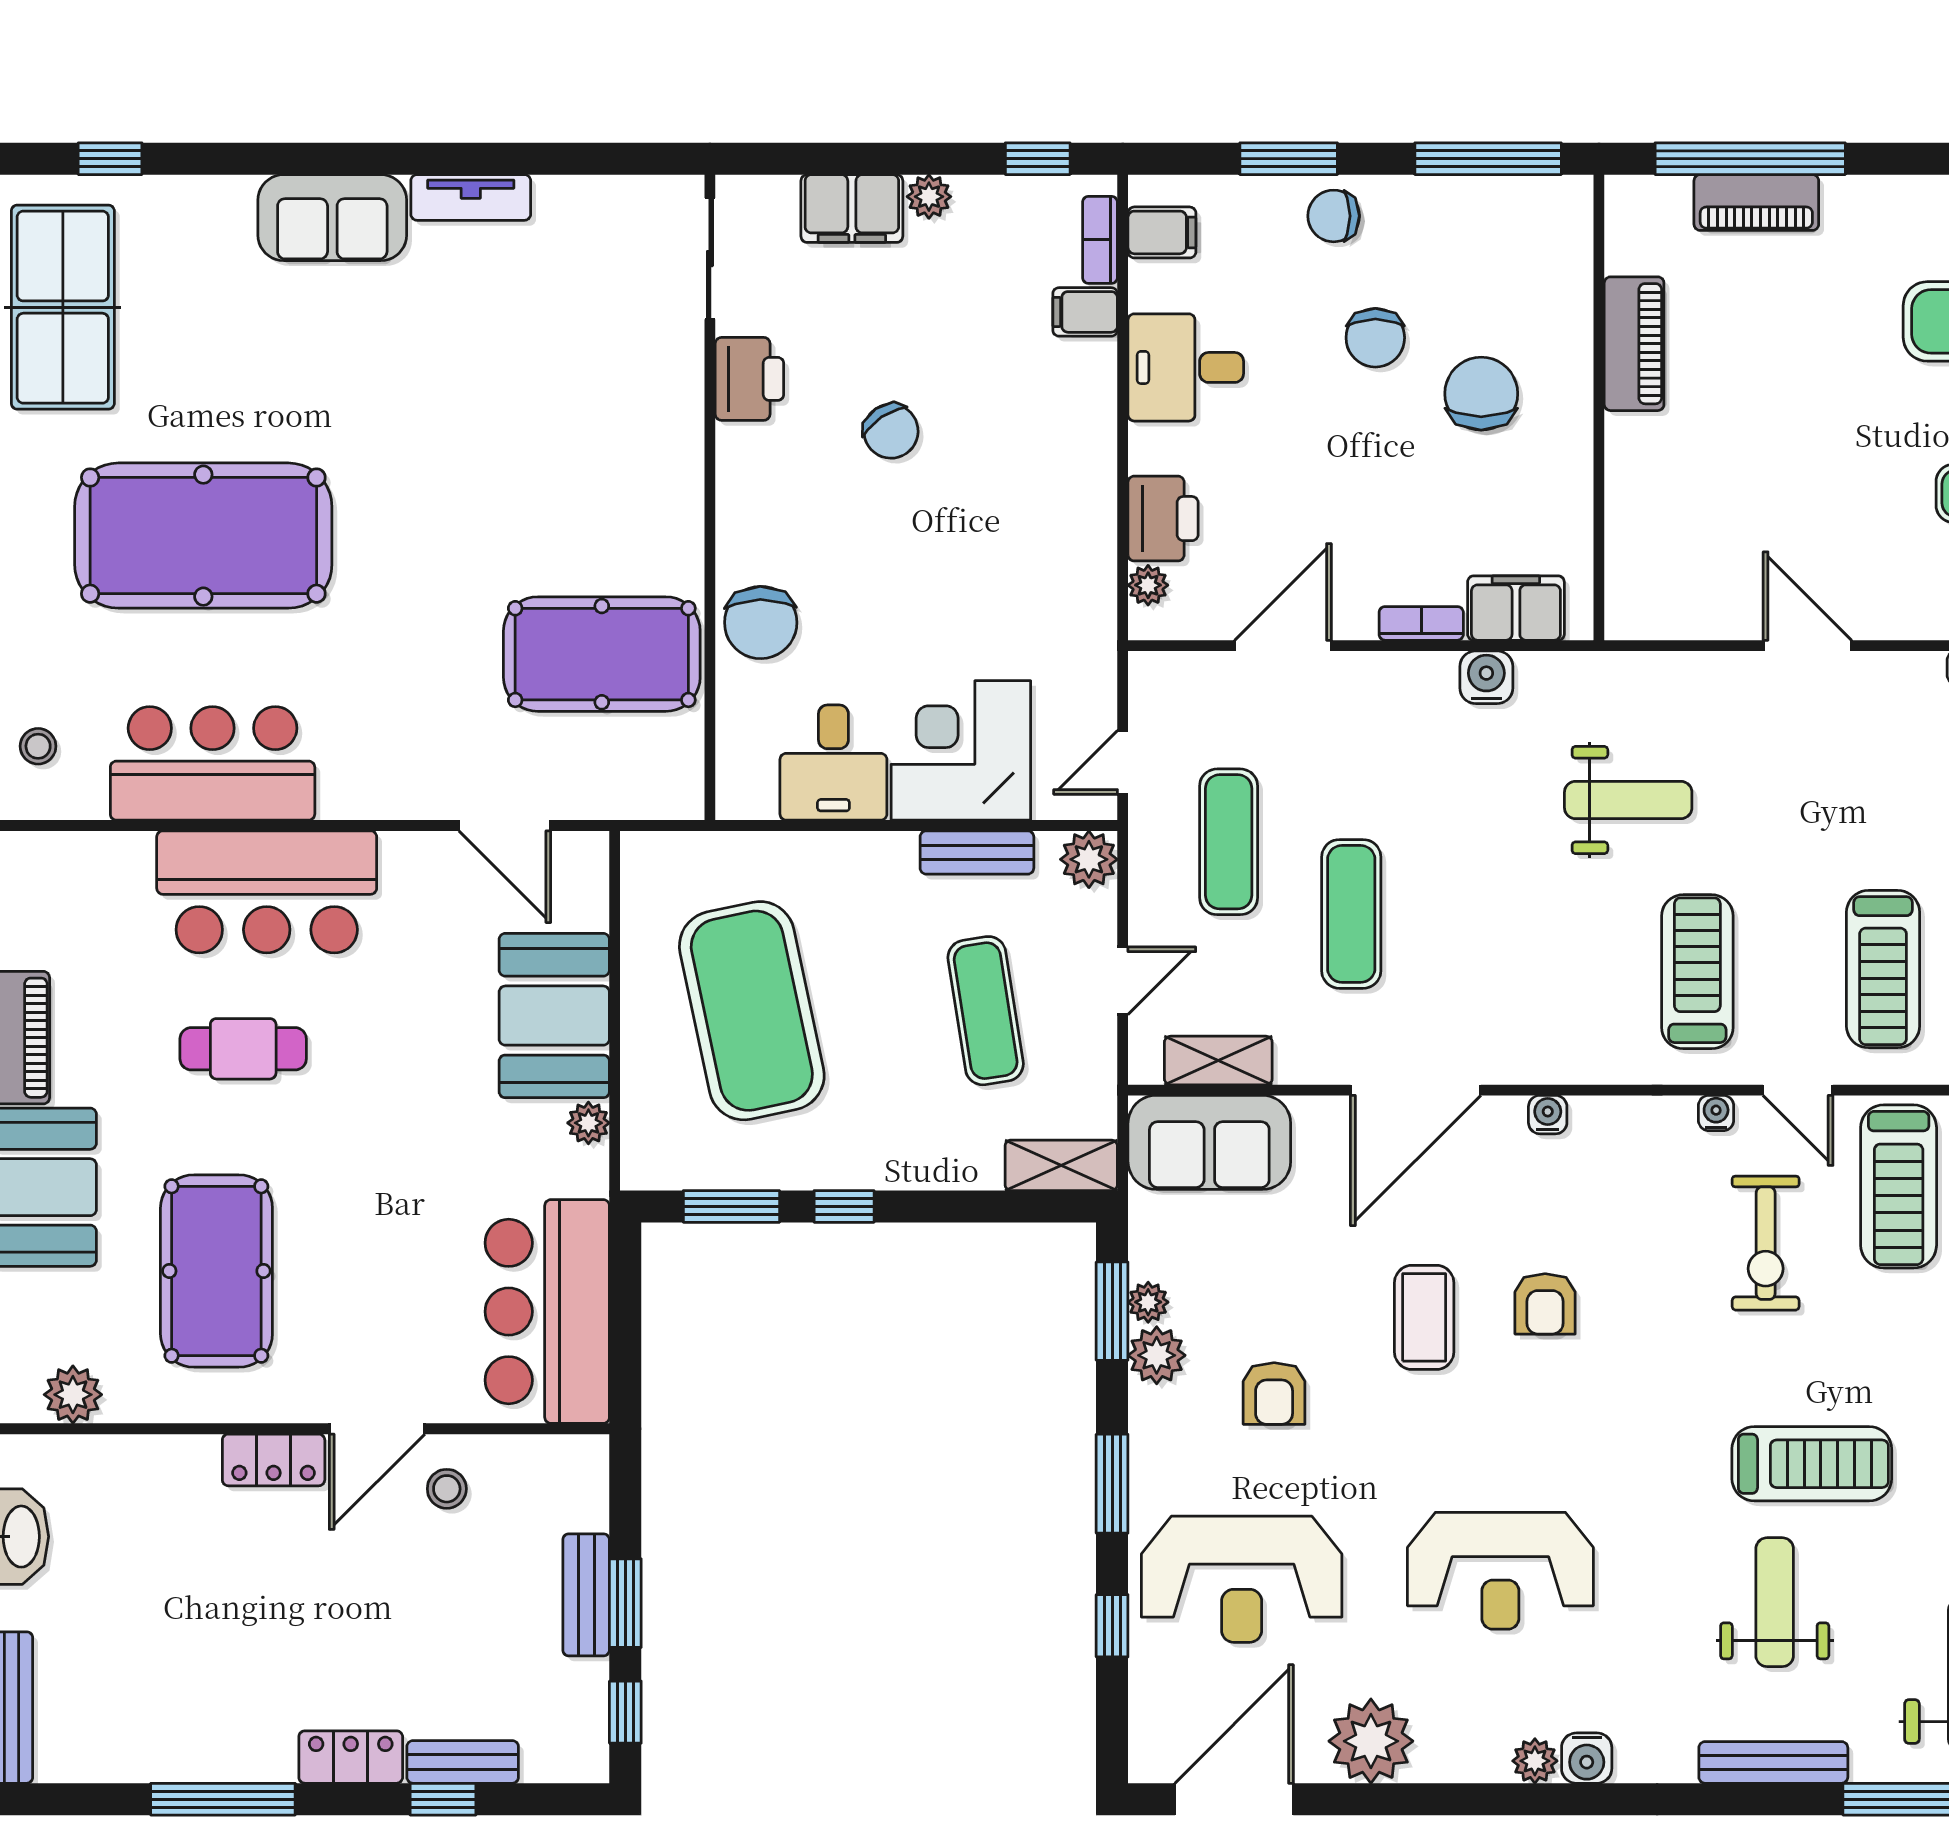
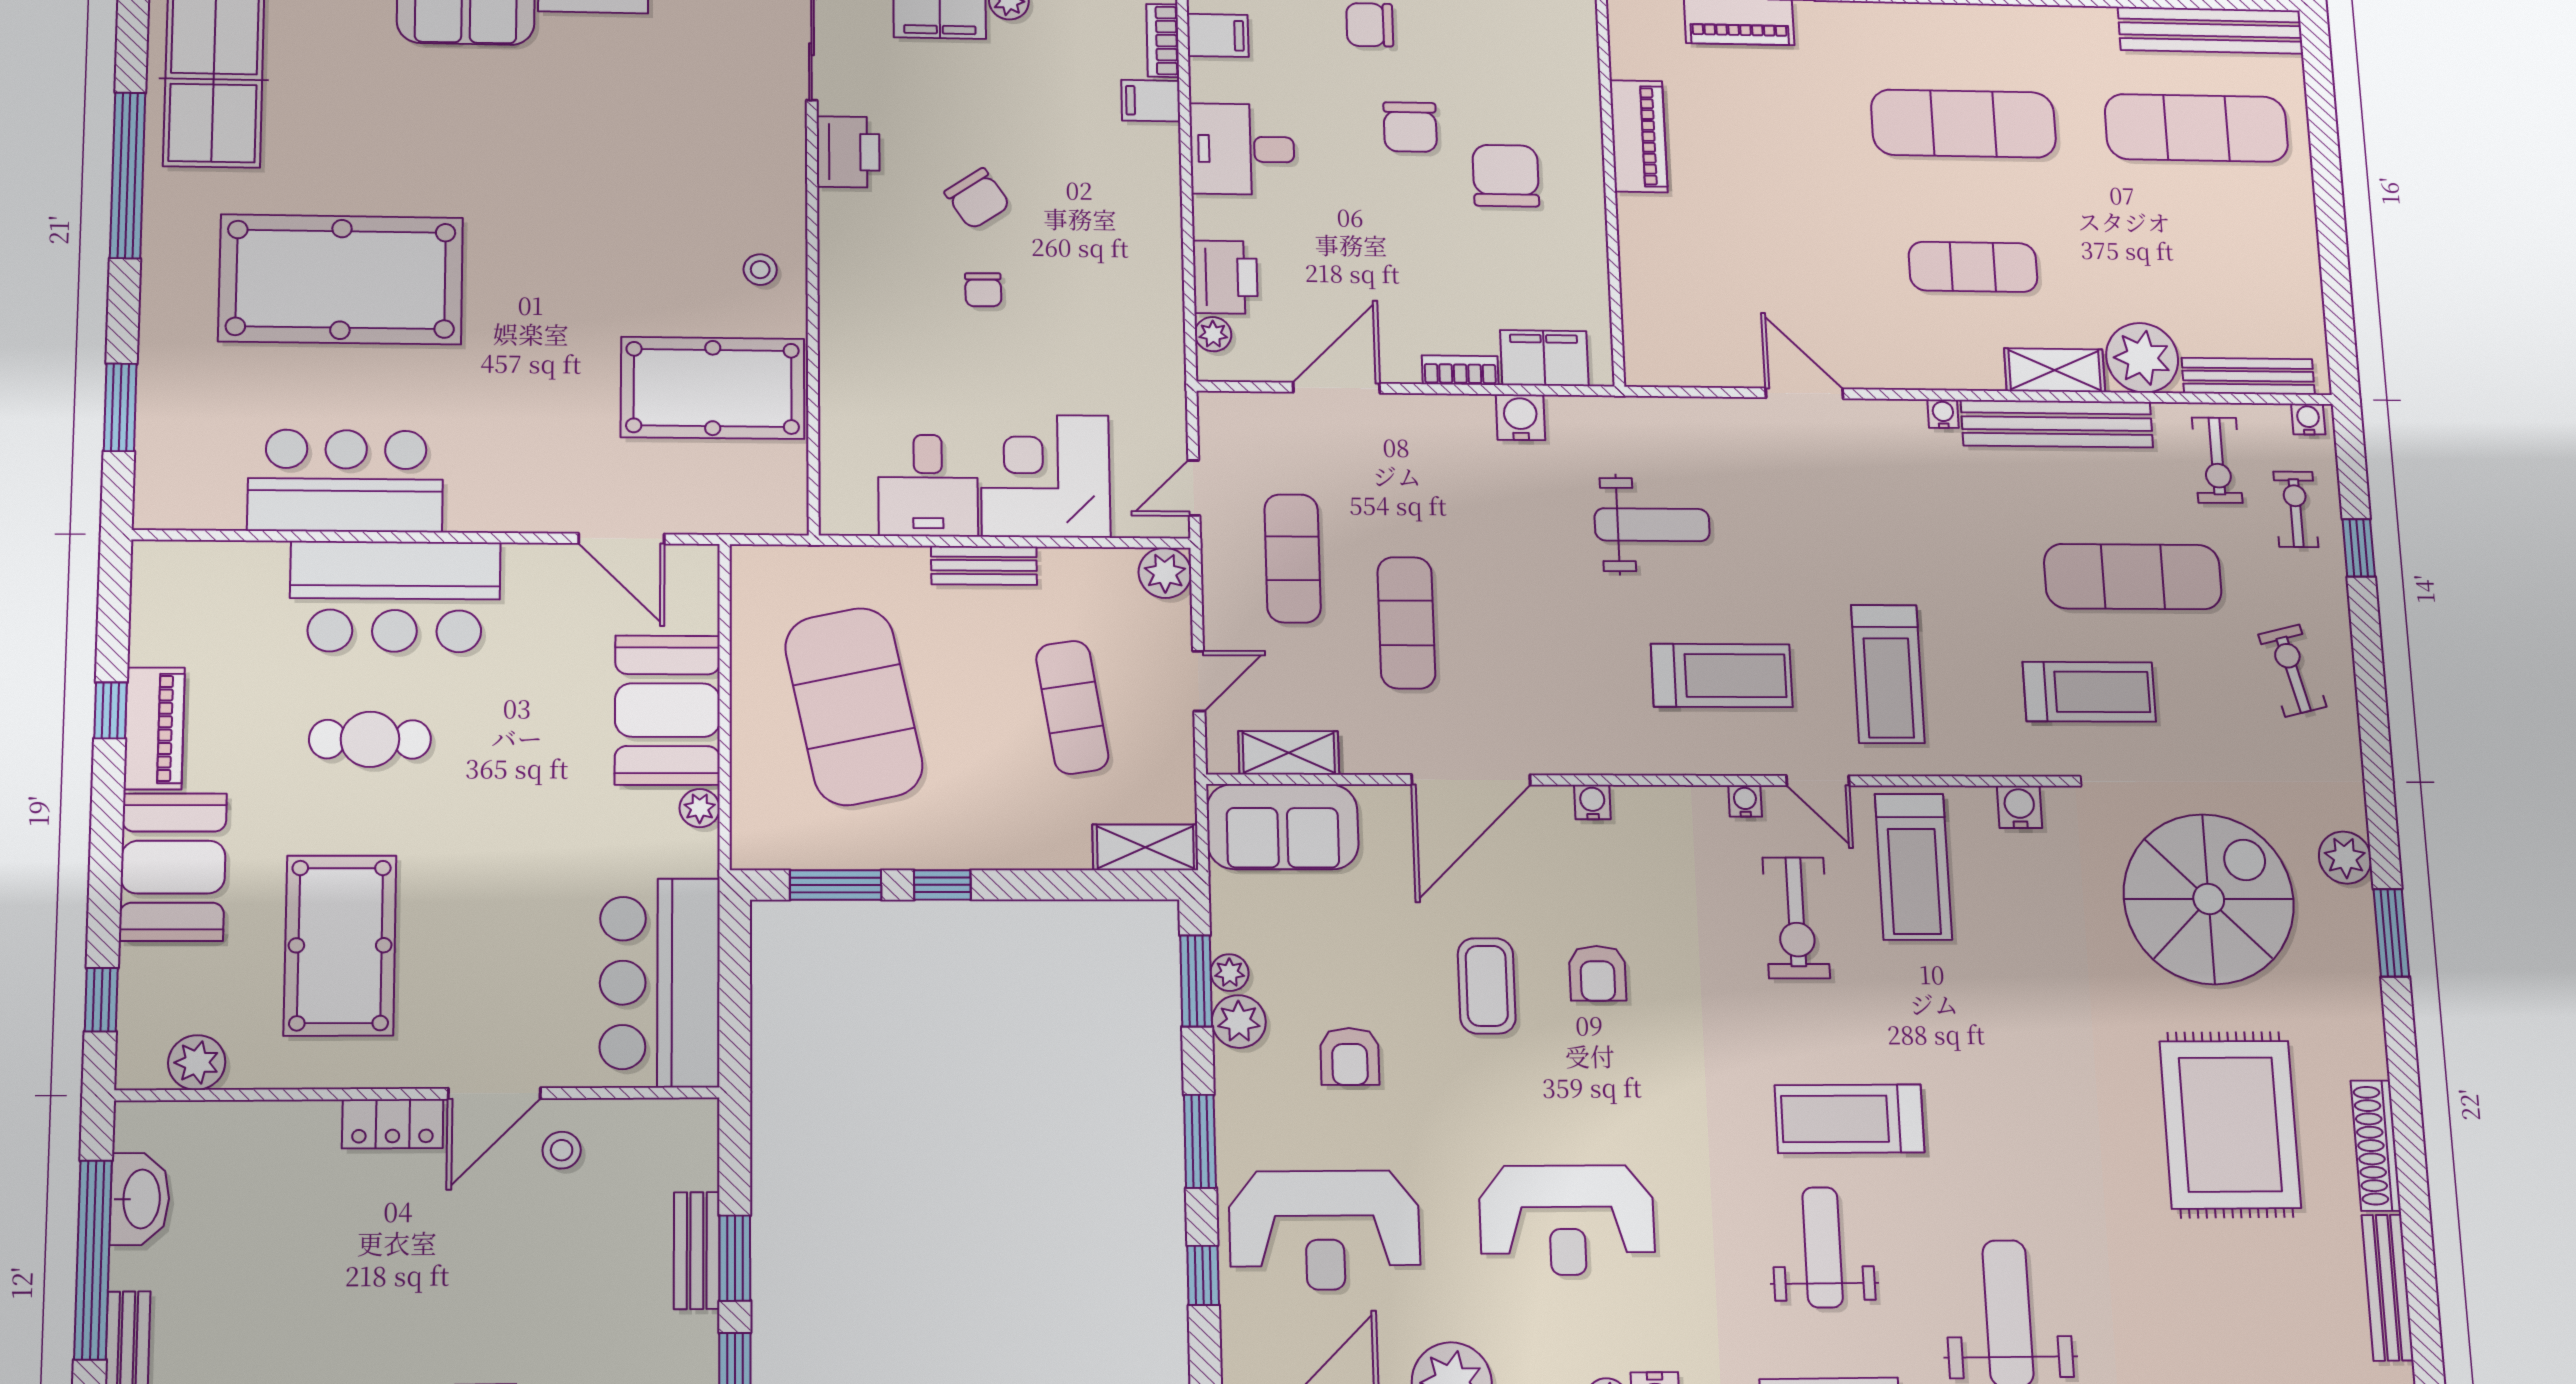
chair: (761, 623) -> (983, 290), moved, width x0.54, depth x0.54
stool: (38, 746) -> (760, 270), moved
bench: (977, 852) -> (984, 565), moved
treadmill: (1697, 972) -> (1722, 675), turned 90
treadmill: (1812, 1464) -> (1850, 1119), turned 180

